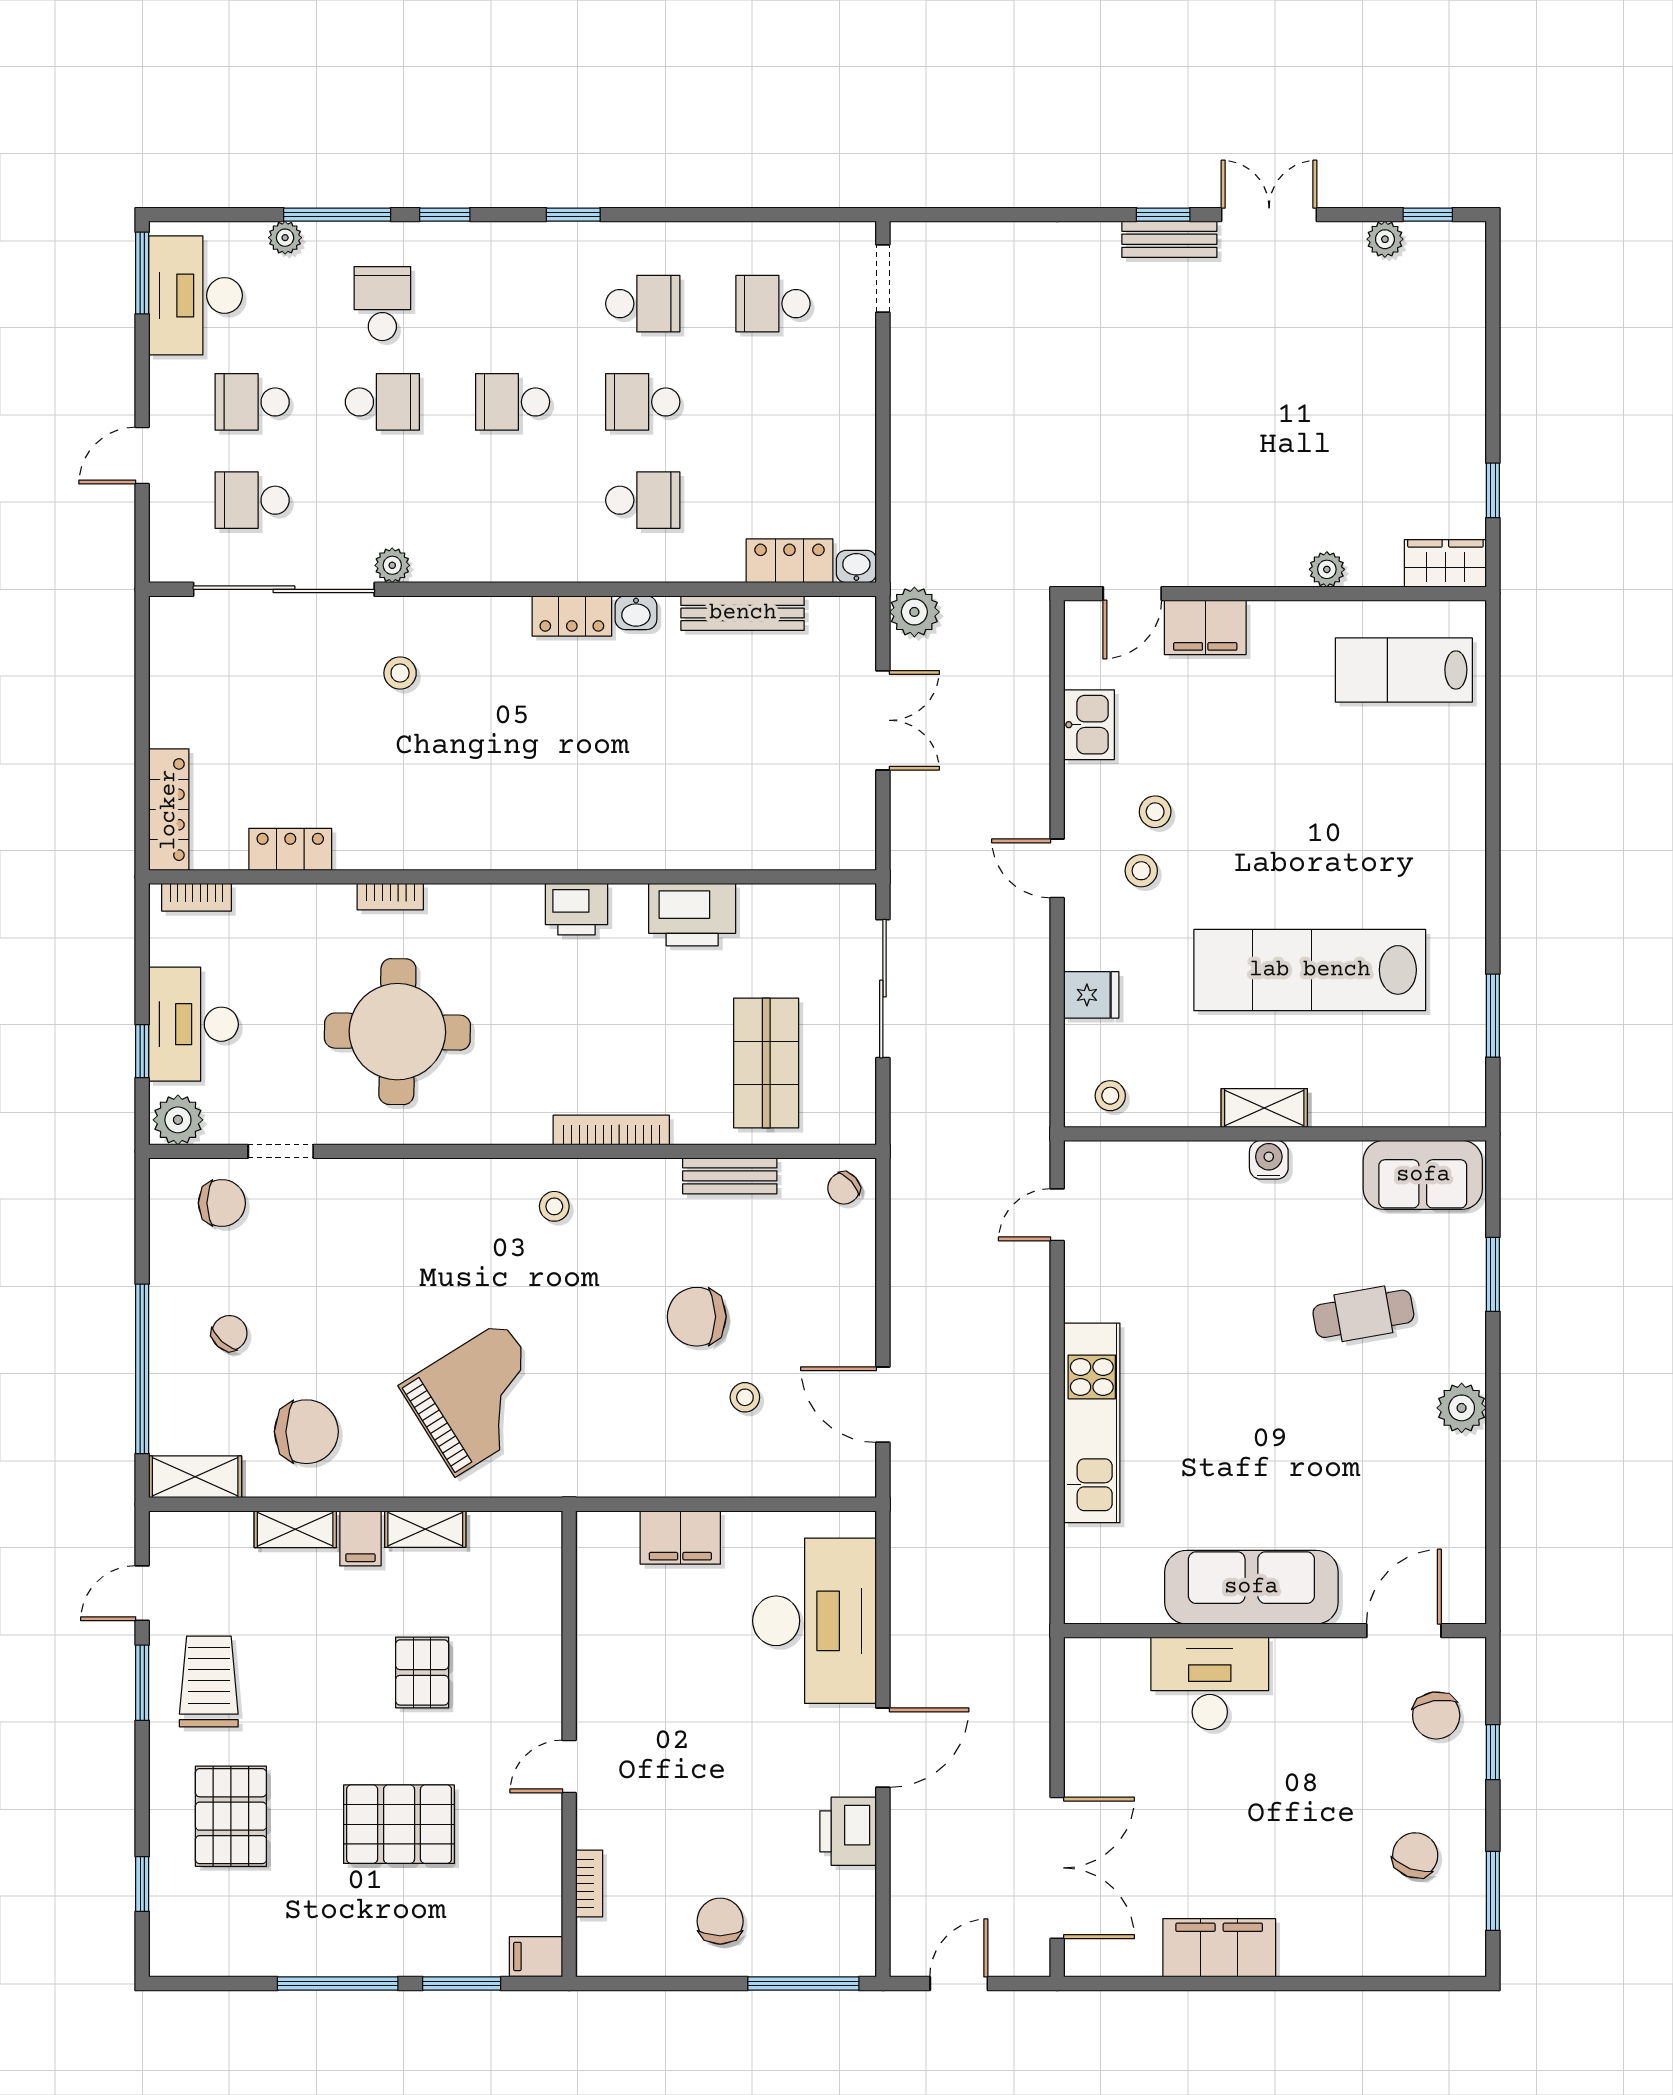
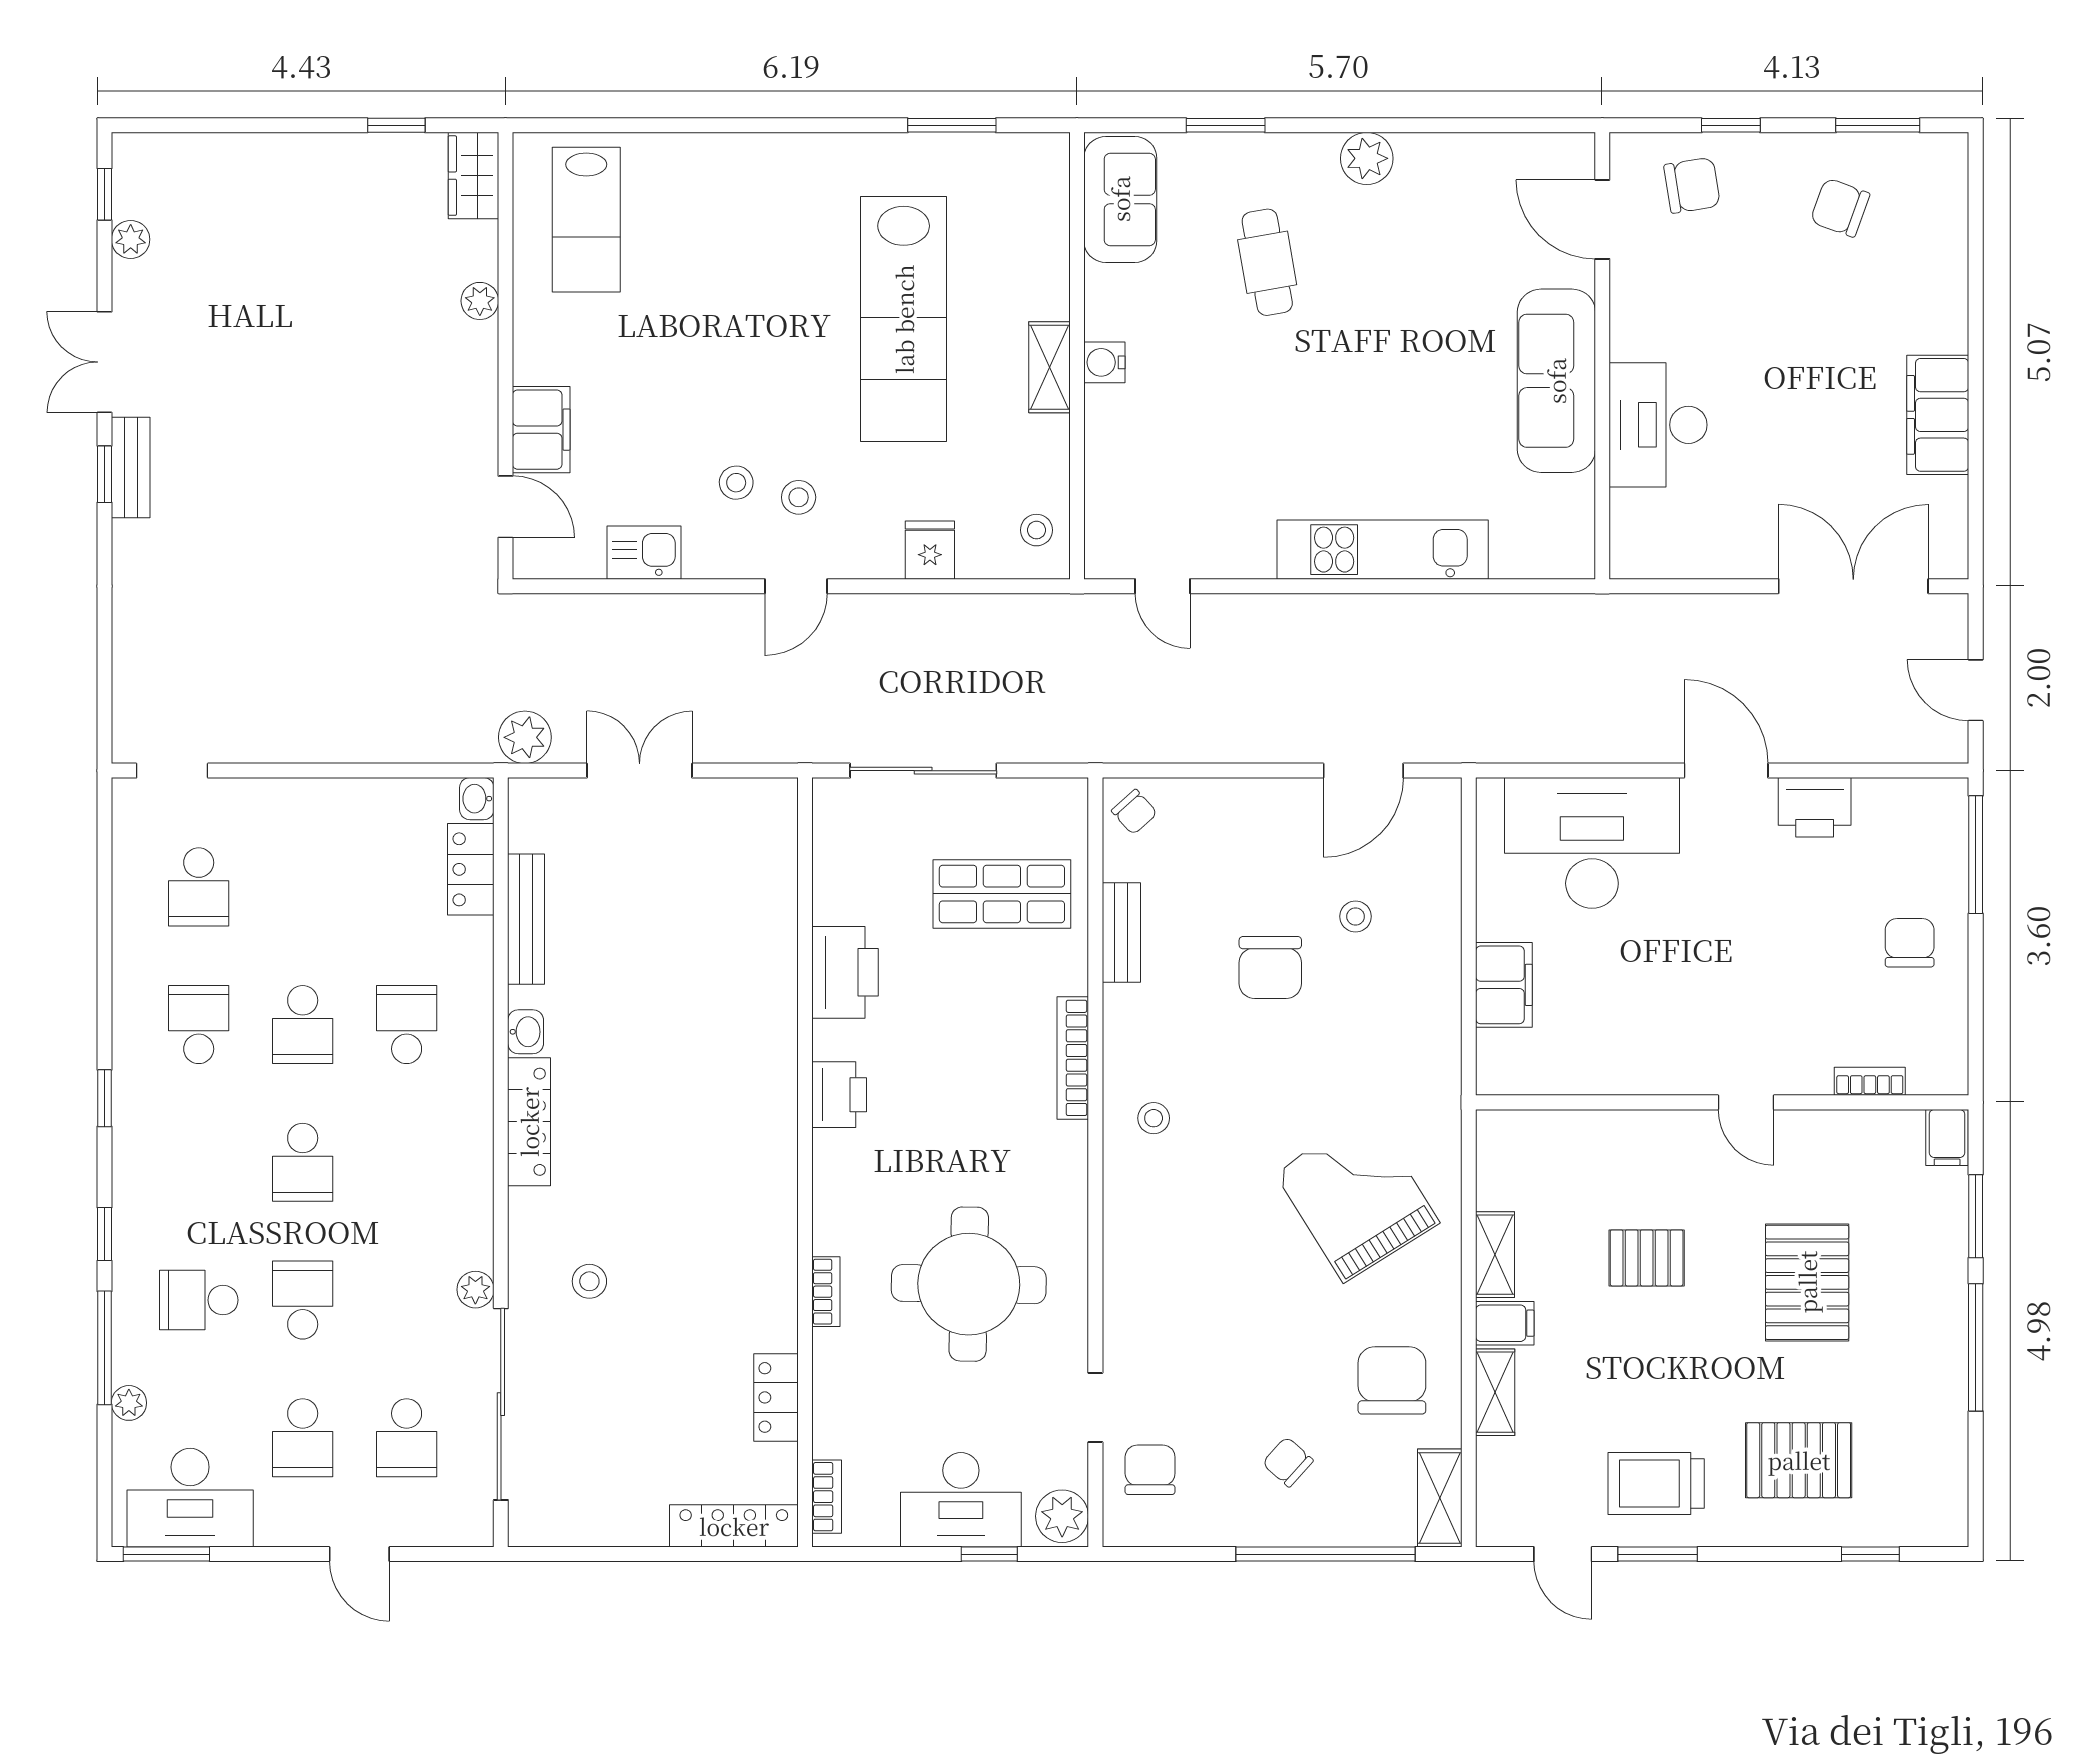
locker: (572, 616) -> (529, 1122), width x1.53
chair: (720, 1921) -> (1910, 943), turned 90

